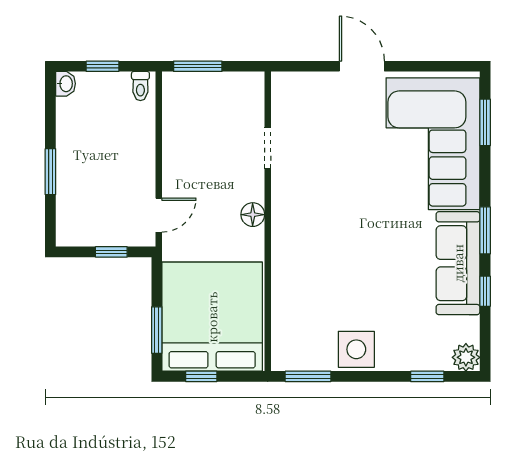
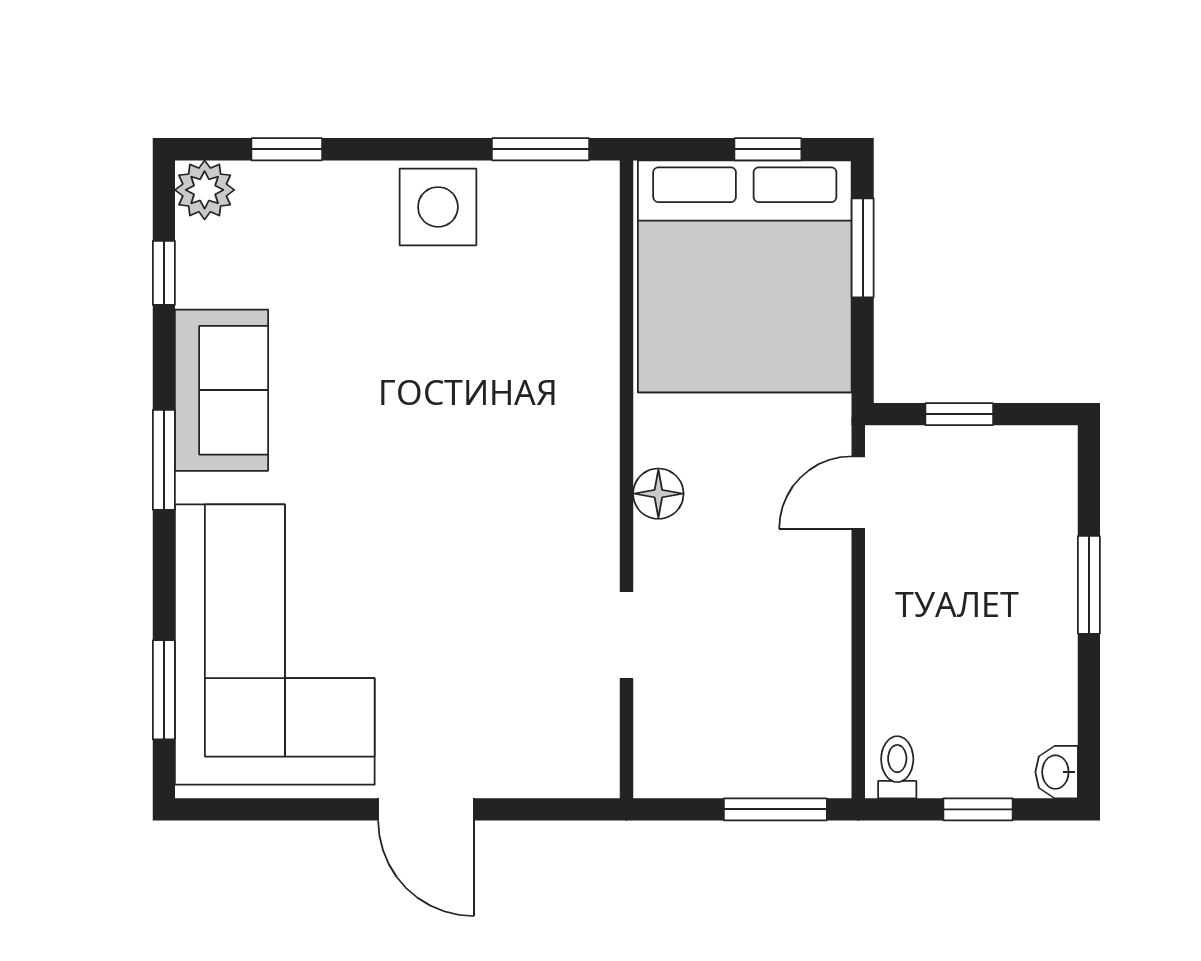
sofa: (458, 263) -> (222, 390), width x0.73
window: (485, 291) -> (164, 273), moved

